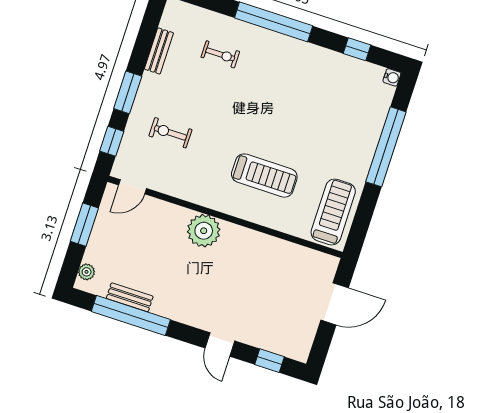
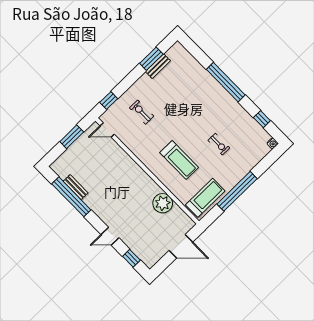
exercise bike: (220, 54) -> (219, 144), moved
window: (128, 92) -> (151, 59), moved
window: (386, 147) -> (237, 191), moved
plant: (204, 231) -> (163, 203), moved
plant: (87, 272) -> (60, 162), removed
door: (220, 344) -> (110, 236), hinge flipped

